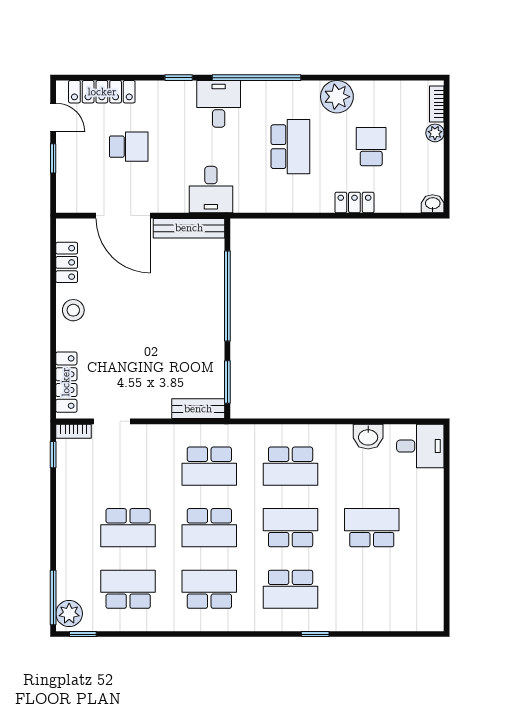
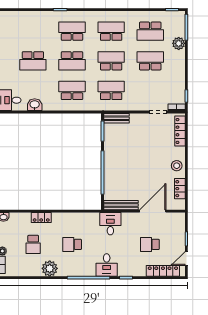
door: (53, 117) -> (186, 259), hinge flipped
school desk: (290, 147) -> (72, 244), width x0.54
door: (123, 216) -> (153, 211), hinge flipped
school desk: (209, 589) -> (111, 31), turned 180
plant: (69, 614) -> (179, 43), moved

